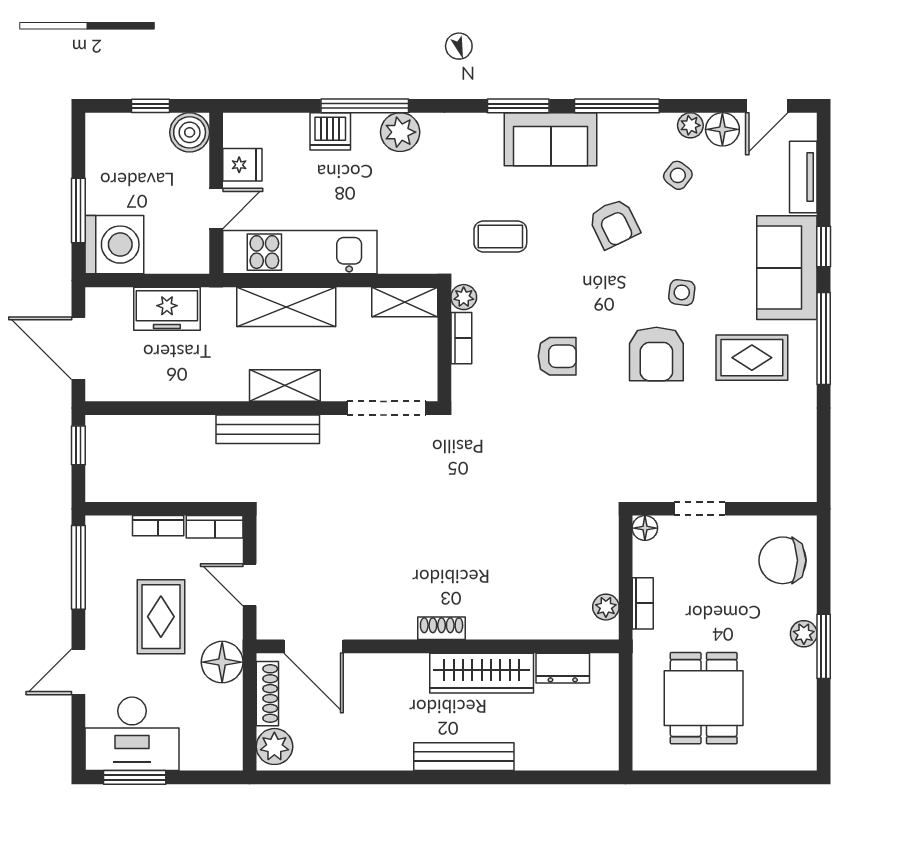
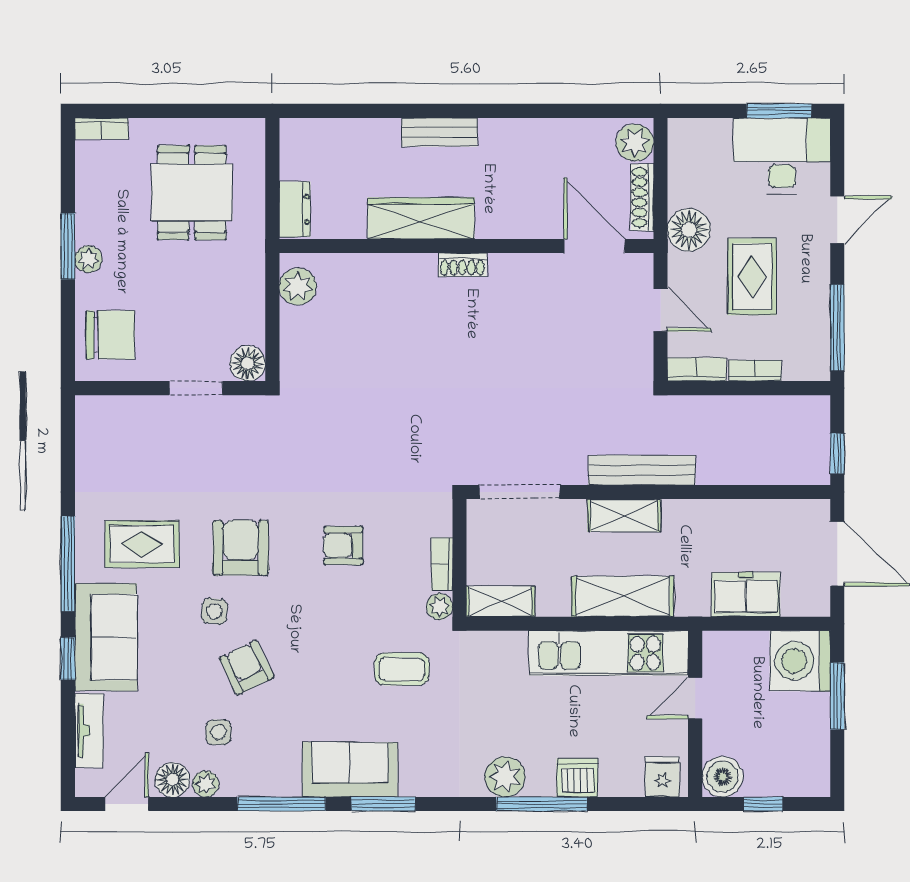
fridge: (242, 165) -> (662, 777), moved, turned 90
side table: (678, 175) -> (218, 732), turned -37
armchair: (614, 224) -> (247, 668), moved
floor lamp: (645, 528) -> (248, 363), width x1.37, depth x1.37
bookcase: (643, 603) -> (101, 128), moved, turned -90
plant: (606, 607) -> (298, 287), width x1.38, depth x1.38
dresser: (563, 668) -> (295, 209), moved, turned 90
bench: (464, 757) -> (439, 132), width x0.73

